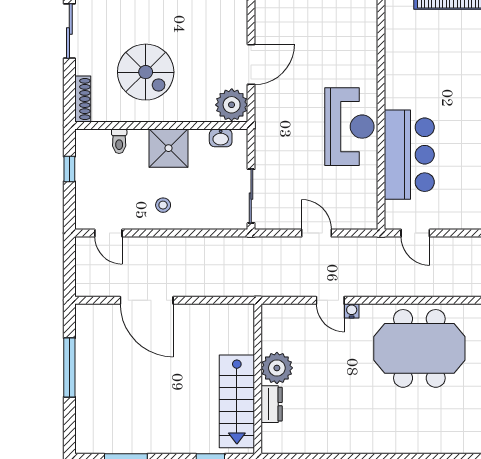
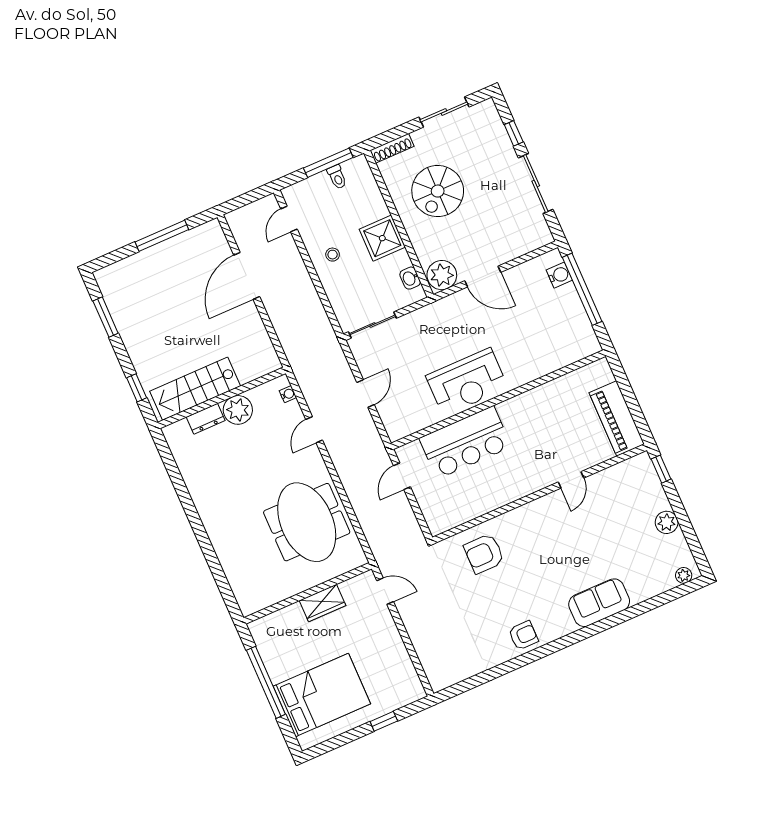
toilet: (119, 141) -> (337, 177), moved, turned -90
window: (69, 169) -> (328, 163), width x2.17
water cooler: (352, 311) -> (288, 394), moved

